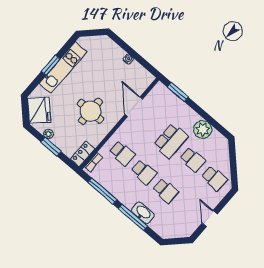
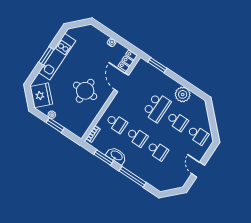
locker: (83, 154) -> (128, 61), moved
window: (102, 191) -> (104, 157), width x0.69
washbasin: (143, 213) -> (116, 156), moved

